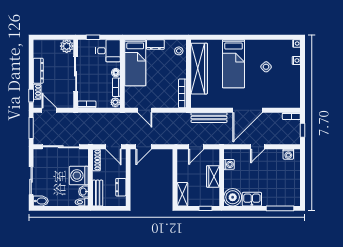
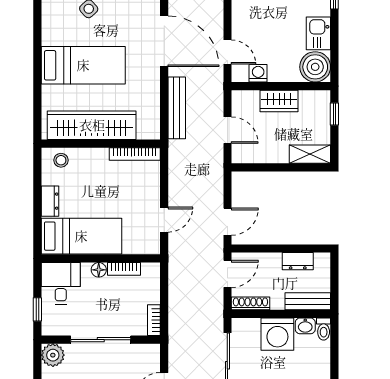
plant: (115, 102) -> (150, 271), removed
door: (144, 147) -> (227, 222), hinge flipped
door: (258, 147) -> (227, 52), moved

